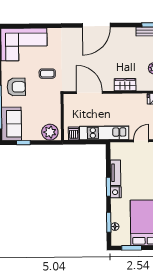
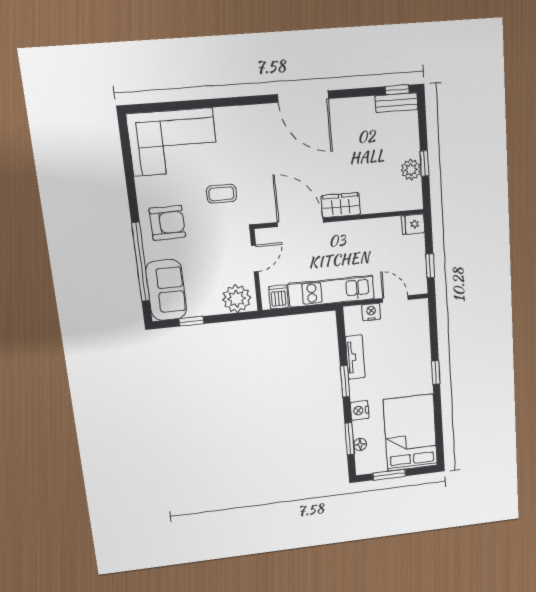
door: (96, 25) -> (303, 97), hinge flipped
wardrobe: (125, 85) -> (341, 205), moved
door: (62, 110) -> (255, 258), added
door: (141, 141) -> (395, 299), hinge flipped
nightstand: (127, 147) -> (371, 312), added
nightstand: (116, 192) -> (360, 410), moved

